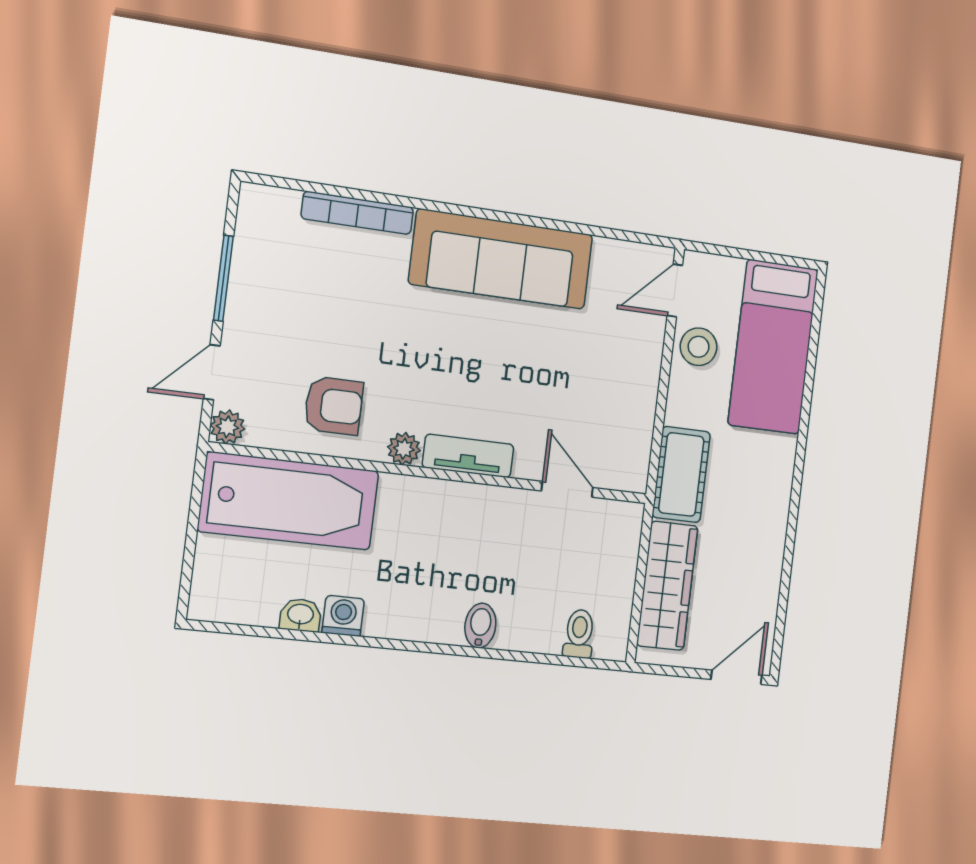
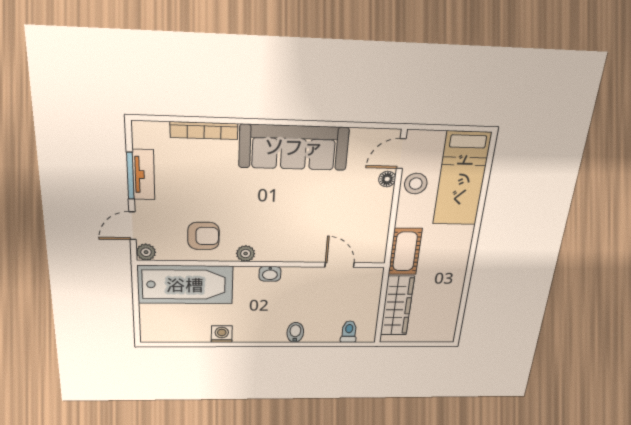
floor lamp: (652, 333) -> (387, 179), added
tv unit: (468, 456) -> (144, 175), moved, turned 90
washbasin: (300, 615) -> (270, 274), moved, turned 180
door: (736, 677) -> (435, 344), removed

